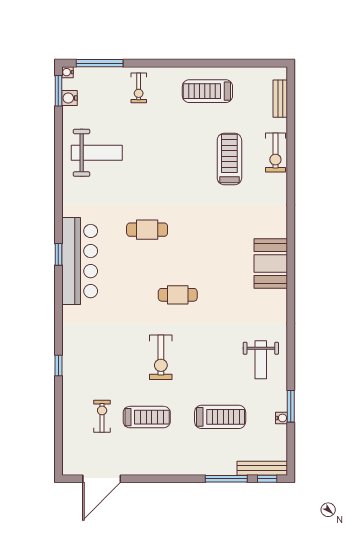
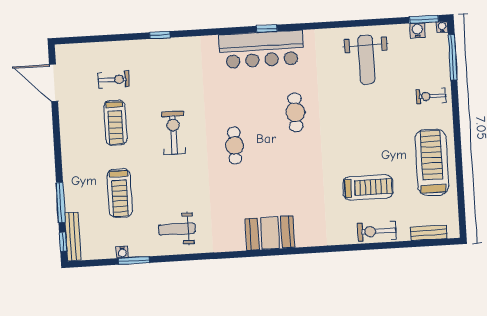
treadmill: (207, 91) -> (432, 162), width x1.37, depth x1.37
exercise bike: (161, 357) -> (174, 133), turned 90

